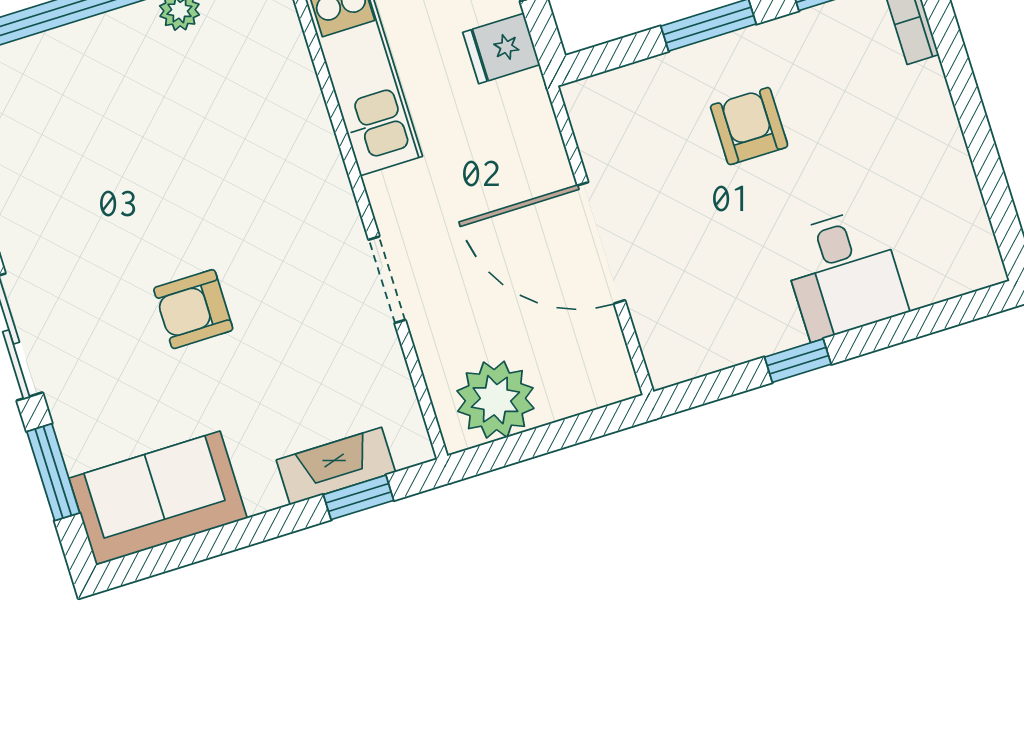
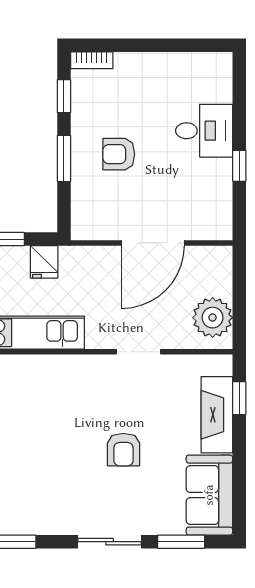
fireplace: (336, 466) -> (217, 415), width x1.37, depth x1.32

